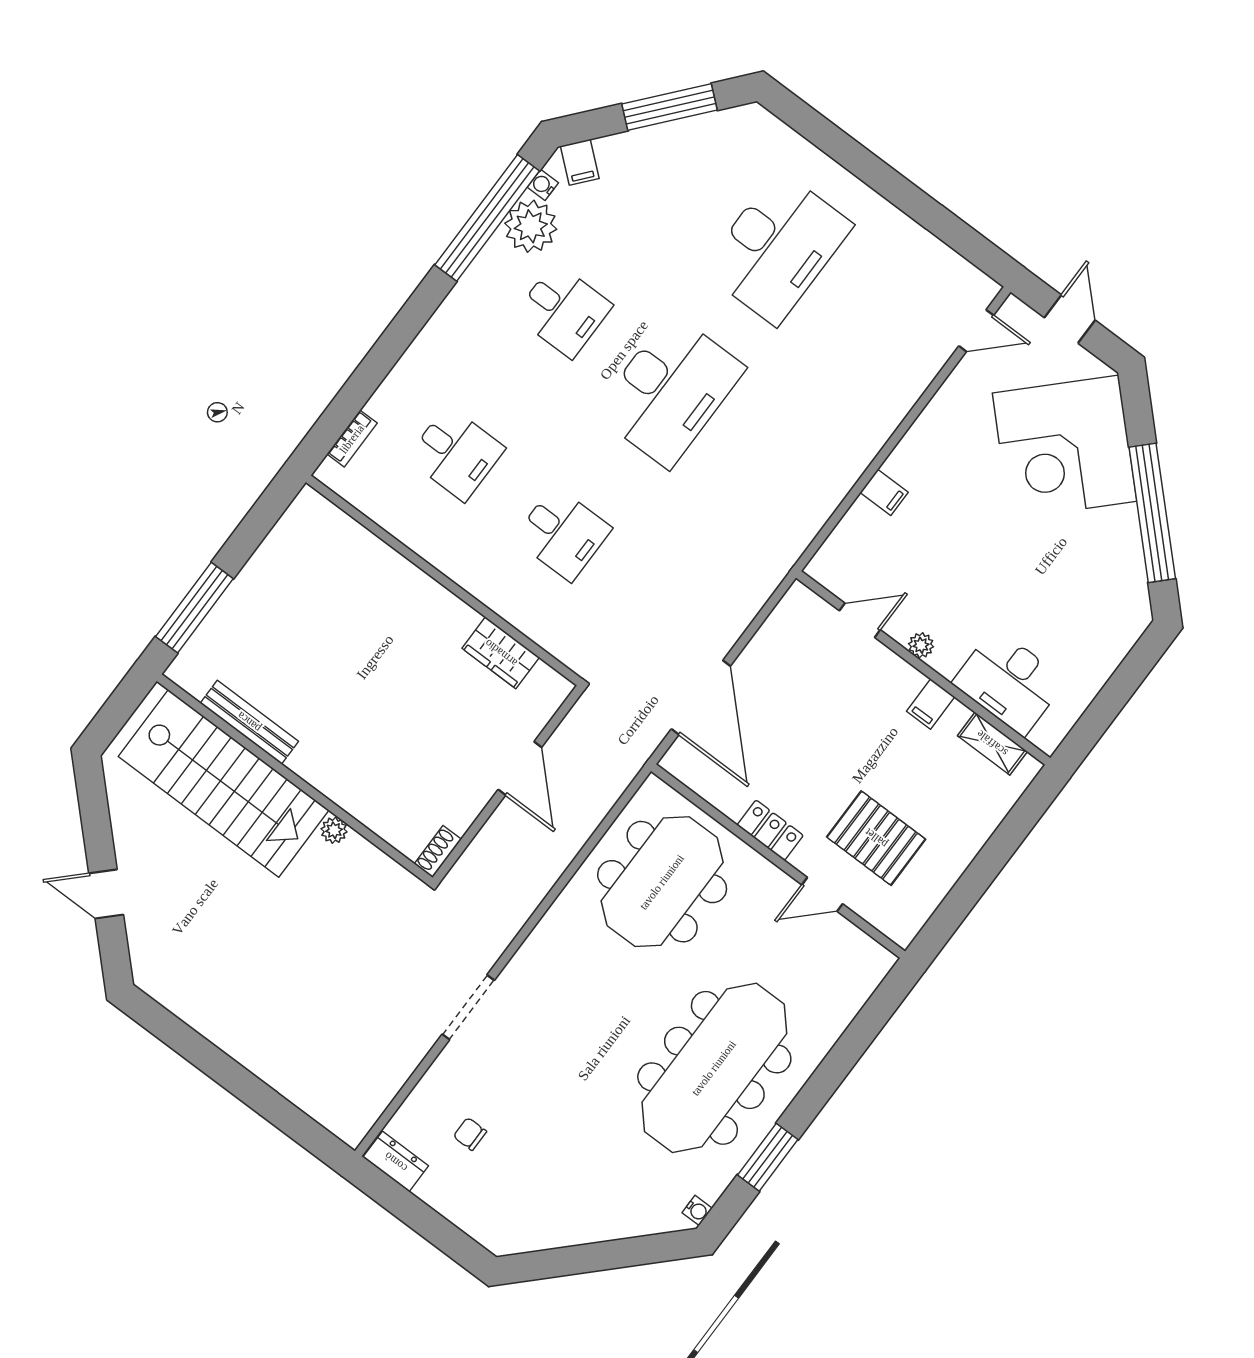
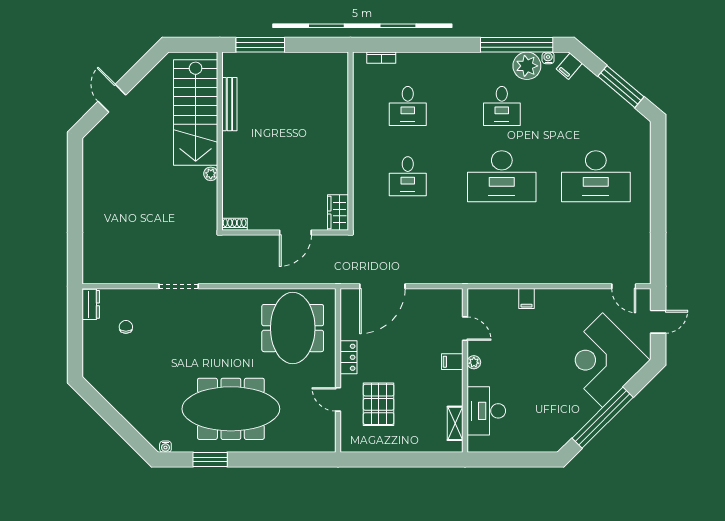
wardrobe: (501, 653) -> (338, 213), moved
filing cabinet: (931, 704) -> (452, 362), moved
meeting table: (662, 882) -> (293, 328), turned 90

